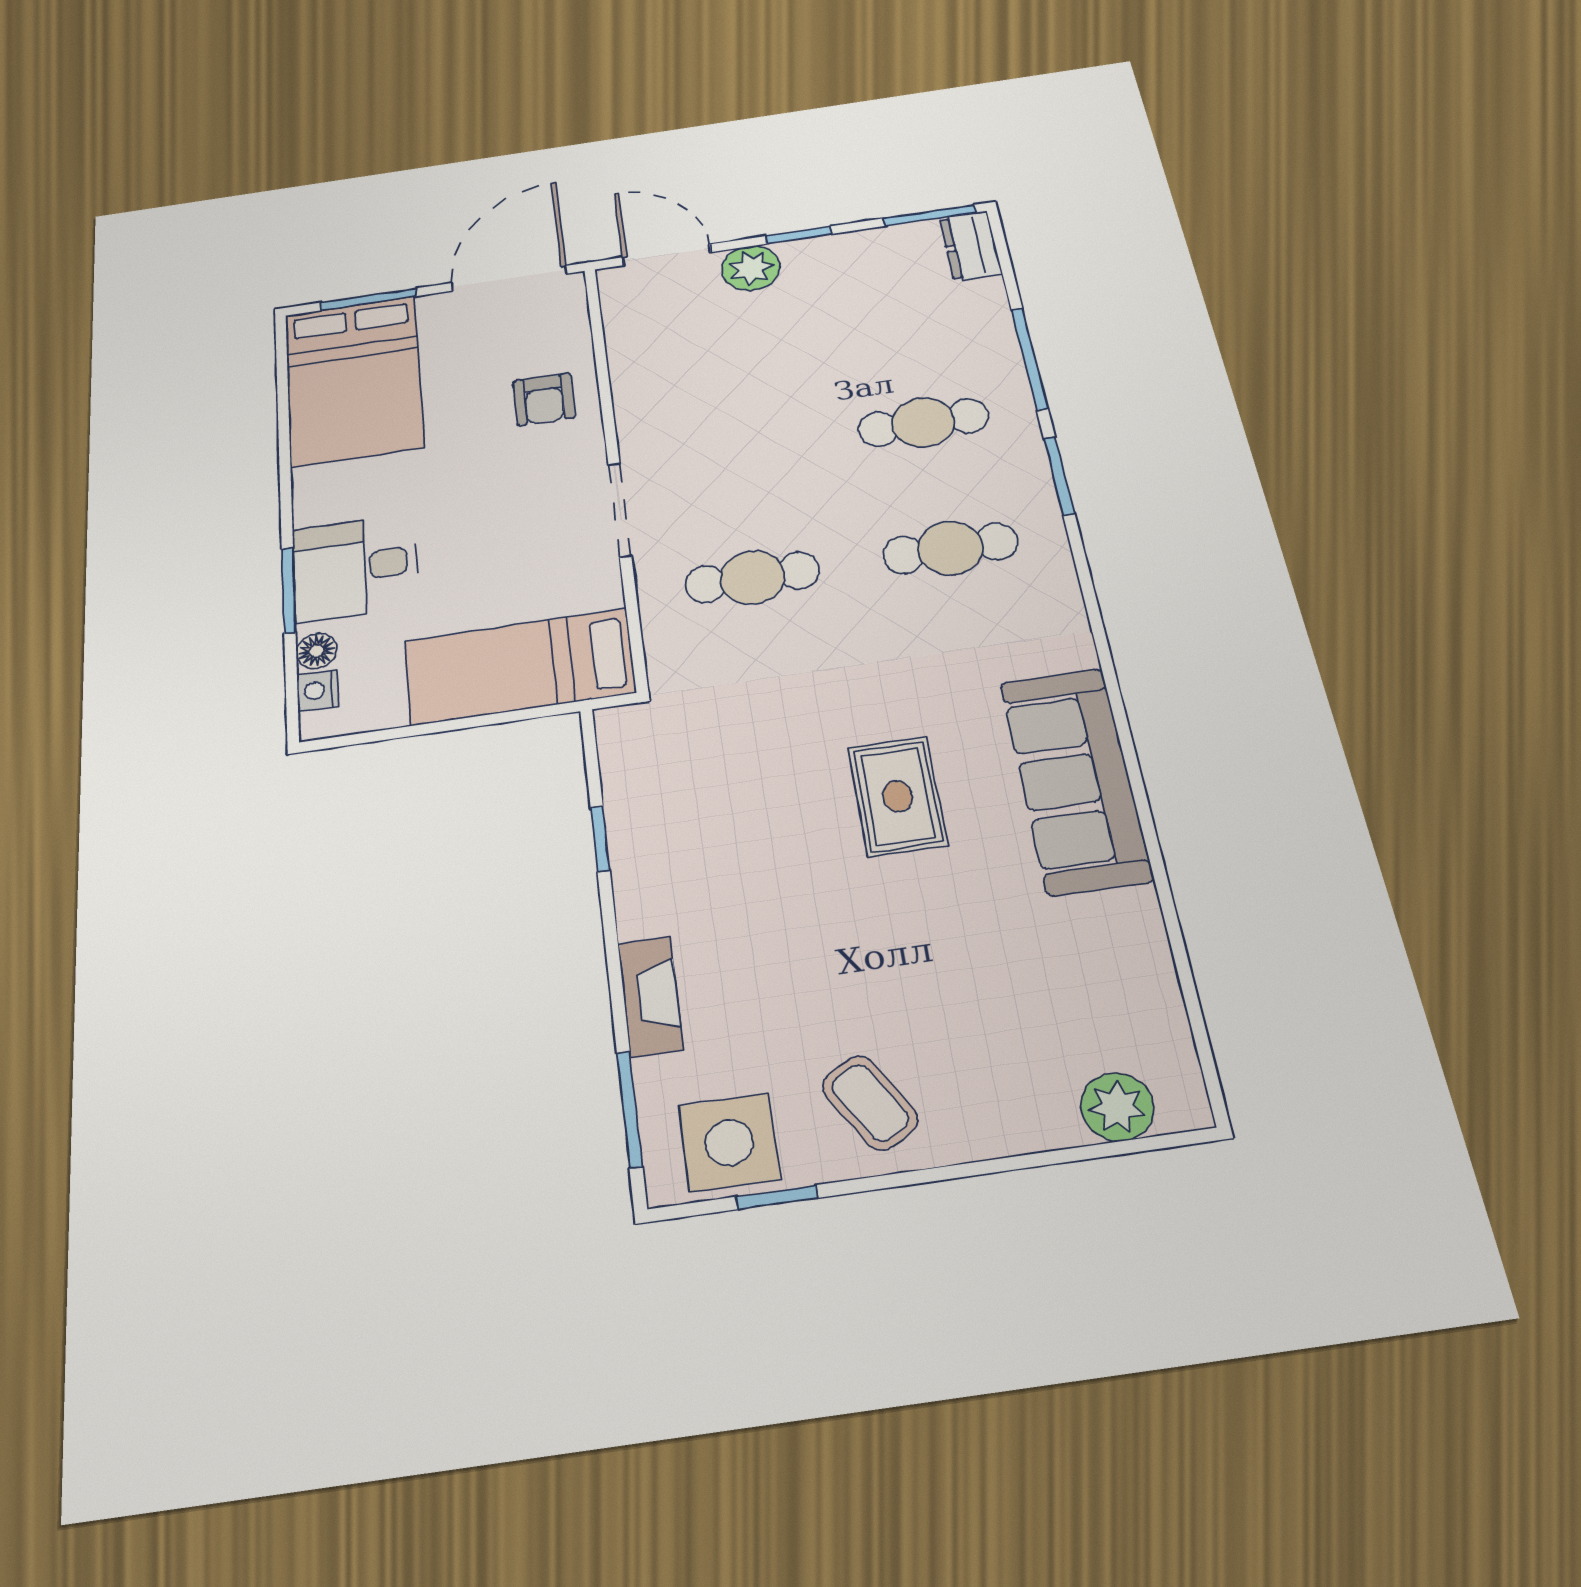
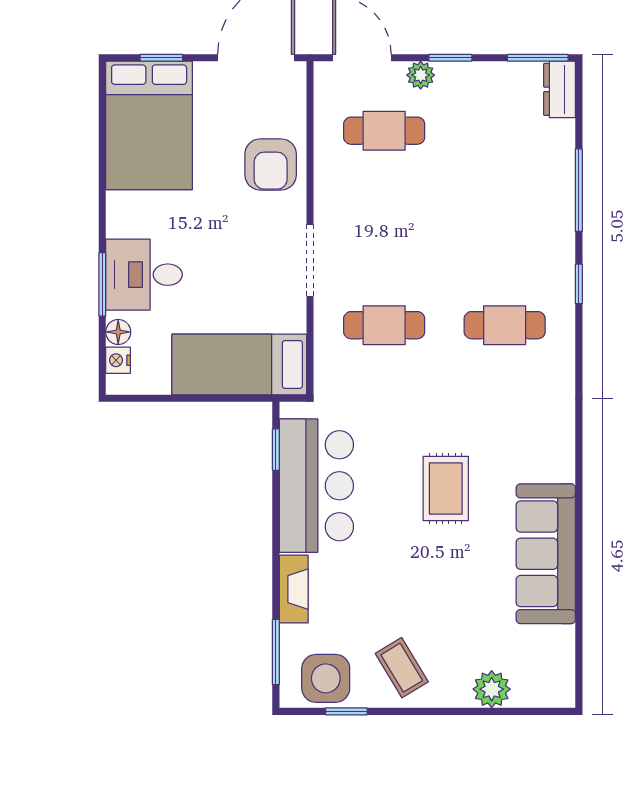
plant: (751, 268) -> (421, 75), width x0.73, depth x0.73
window: (368, 299) -> (161, 58), width x0.67
armchair: (544, 399) -> (271, 164), width x1.38, depth x1.38
cafe table: (923, 423) -> (384, 131), moved
window: (1059, 476) -> (579, 284), width x0.67
sofa: (1075, 780) -> (546, 554), moved
bar counter: (670, 825) -> (316, 486), added
window: (600, 839) -> (276, 450), moved
plant: (1117, 1107) -> (492, 689), moved

